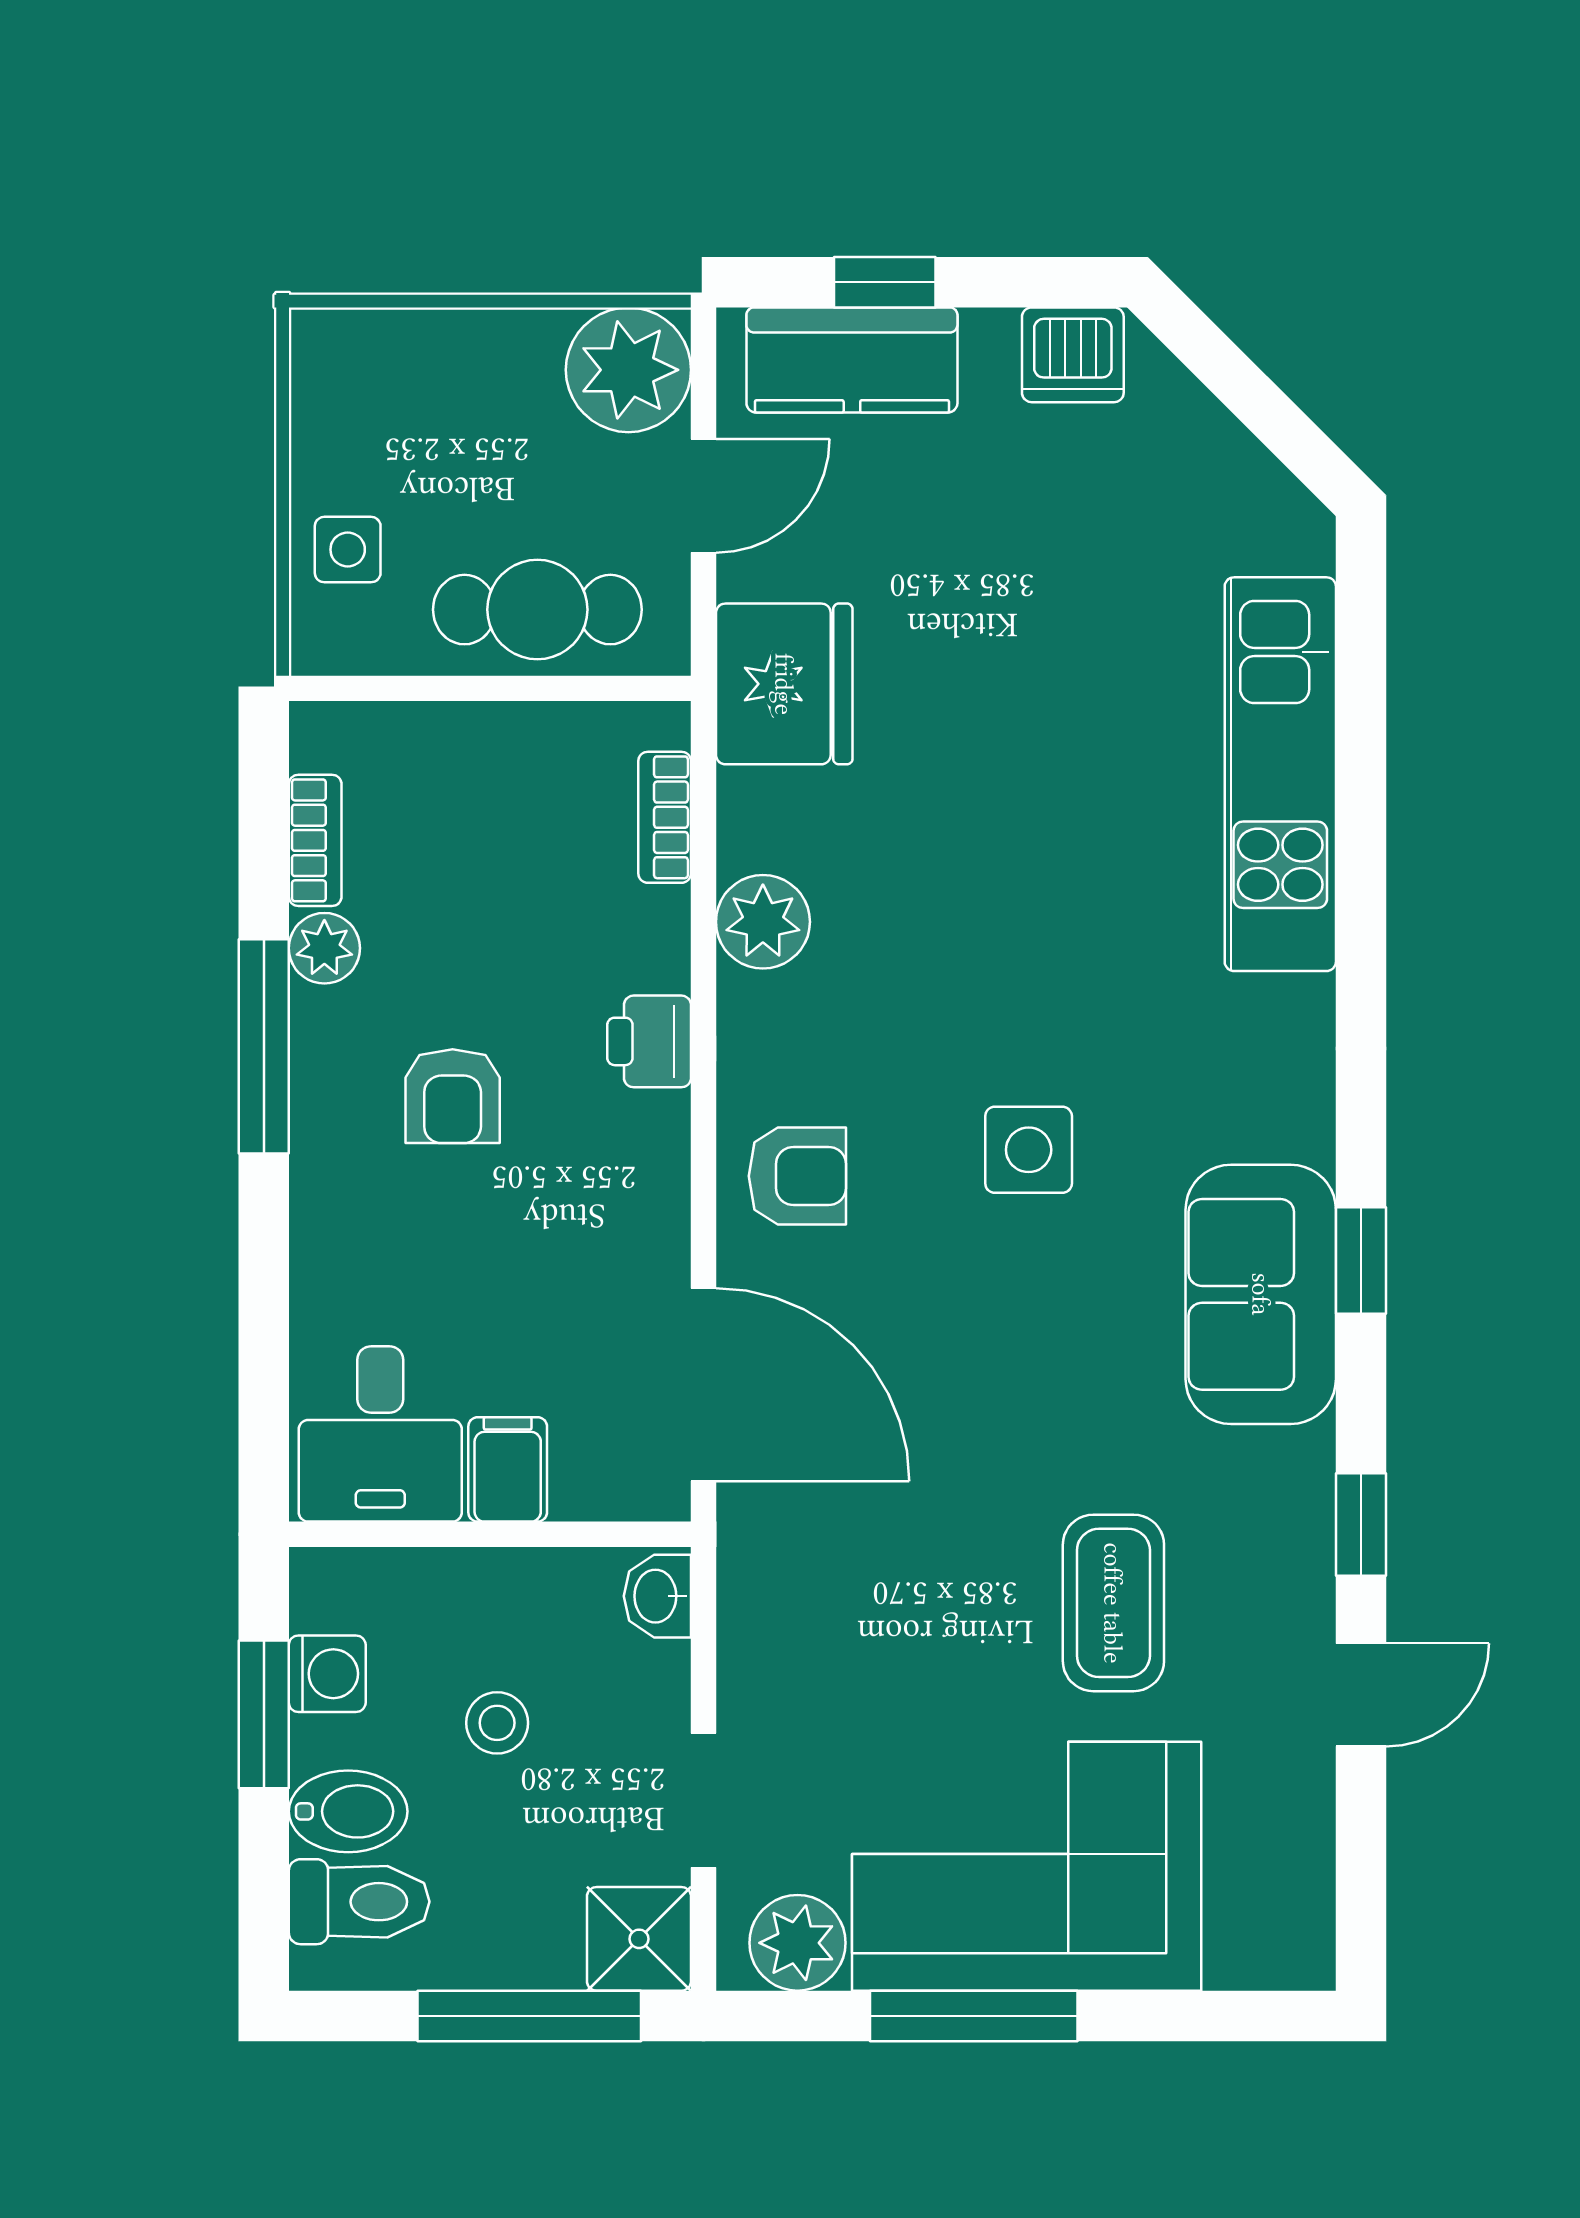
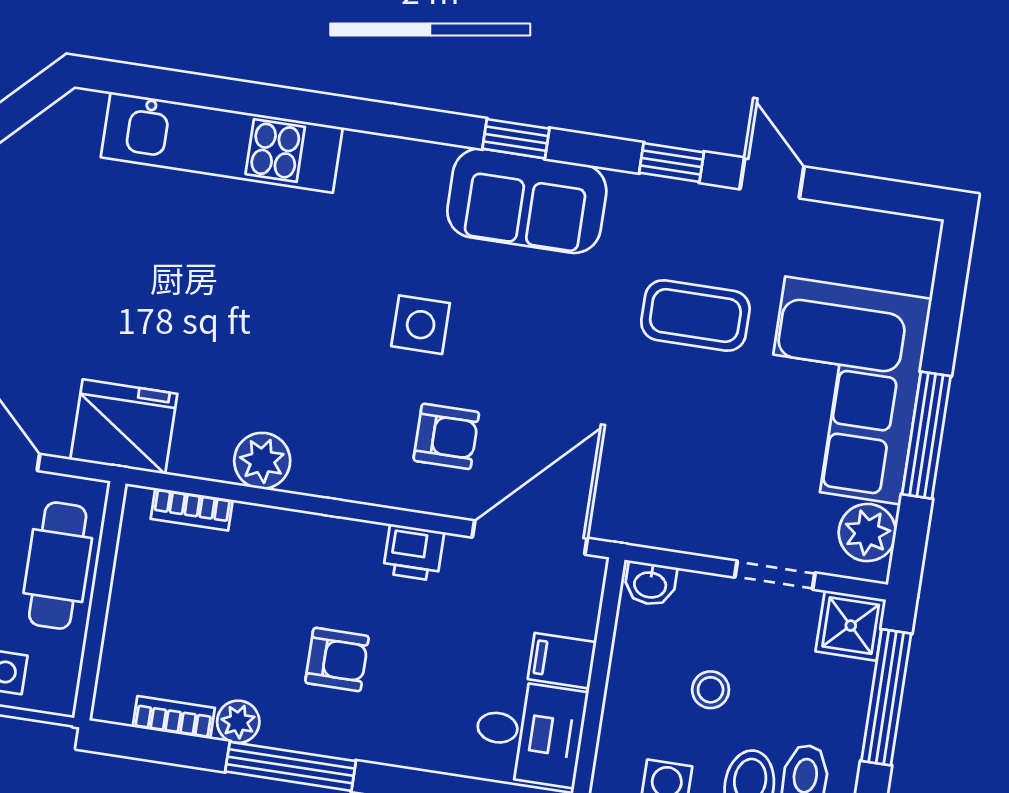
printer: (649, 1041) -> (414, 553), moved
armchair: (797, 1176) -> (446, 436), moved, turned 90

